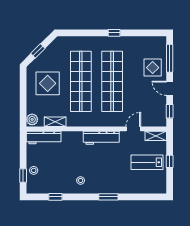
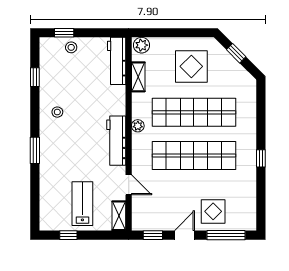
plant: (91, 122) -> (138, 126), added
window: (170, 161) -> (68, 235), moved

